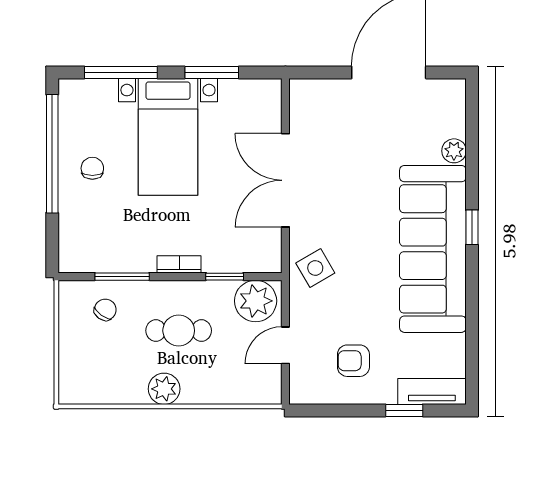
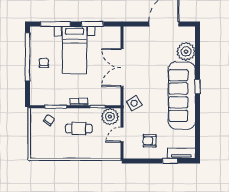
plant: (454, 151) -> (186, 51), width x1.88, depth x1.88
plant: (164, 389) -> (73, 152), removed

